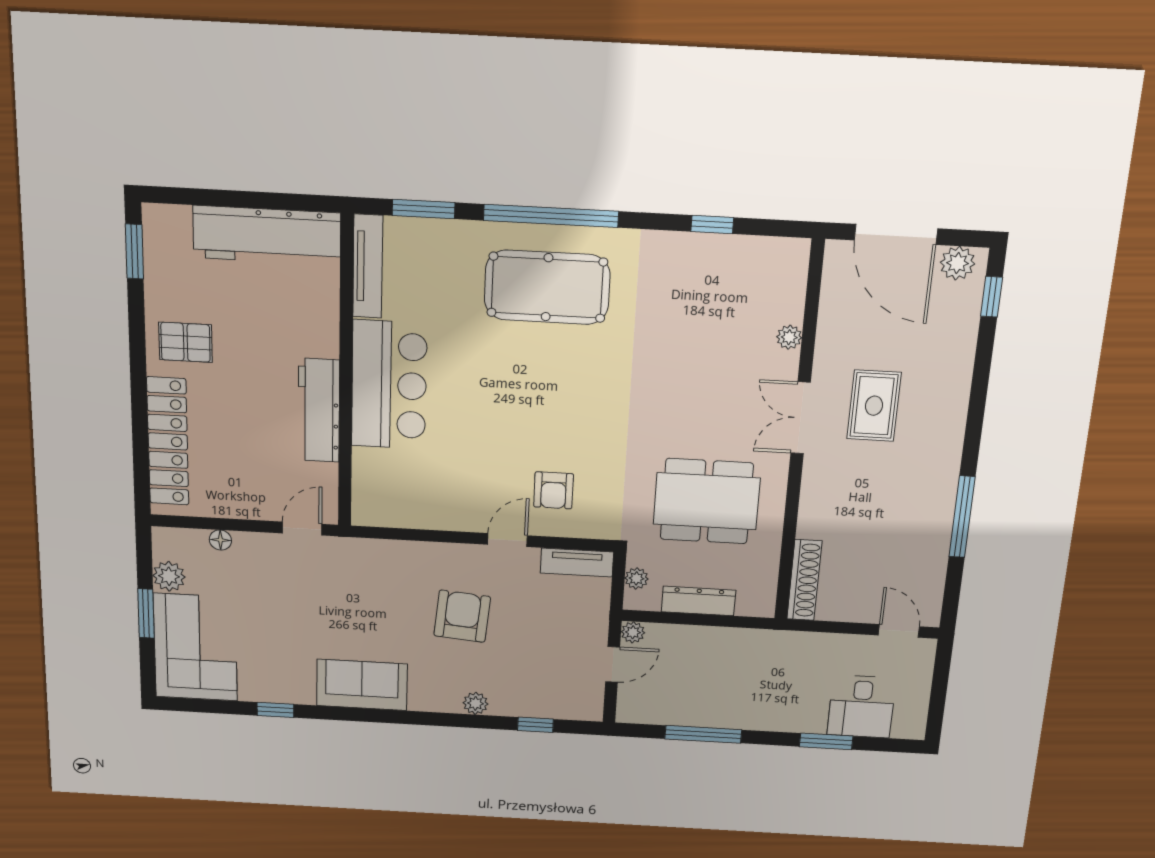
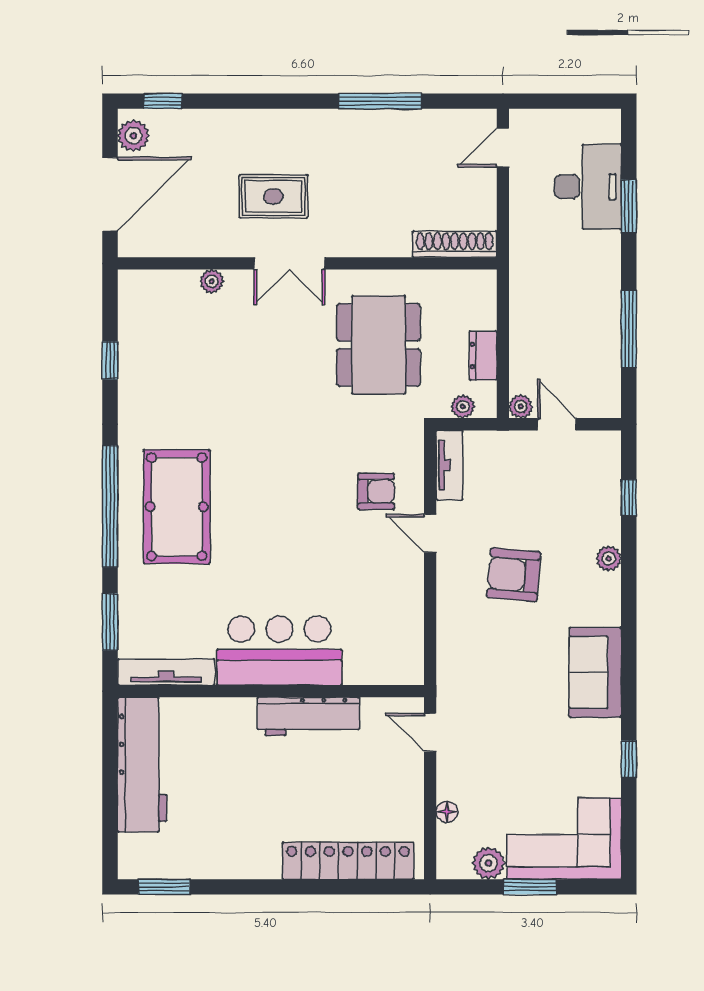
pallet: (185, 342) -> (248, 842), removed
dresser: (698, 601) -> (483, 356), width x0.70
desk: (861, 707) -> (588, 187), width x1.37

